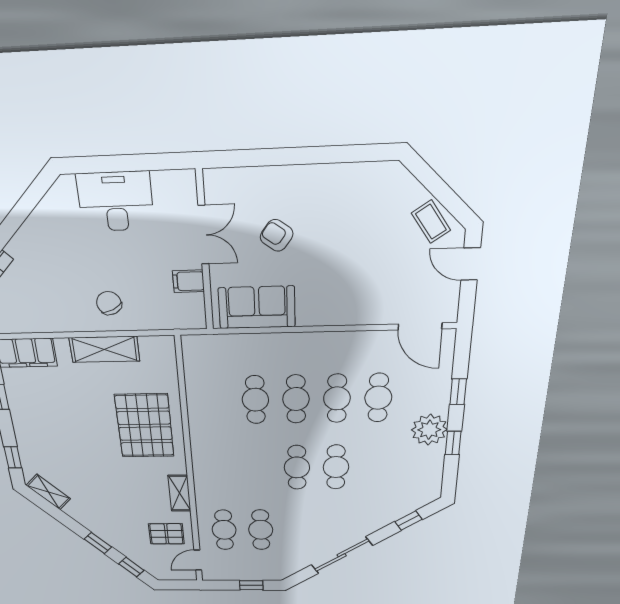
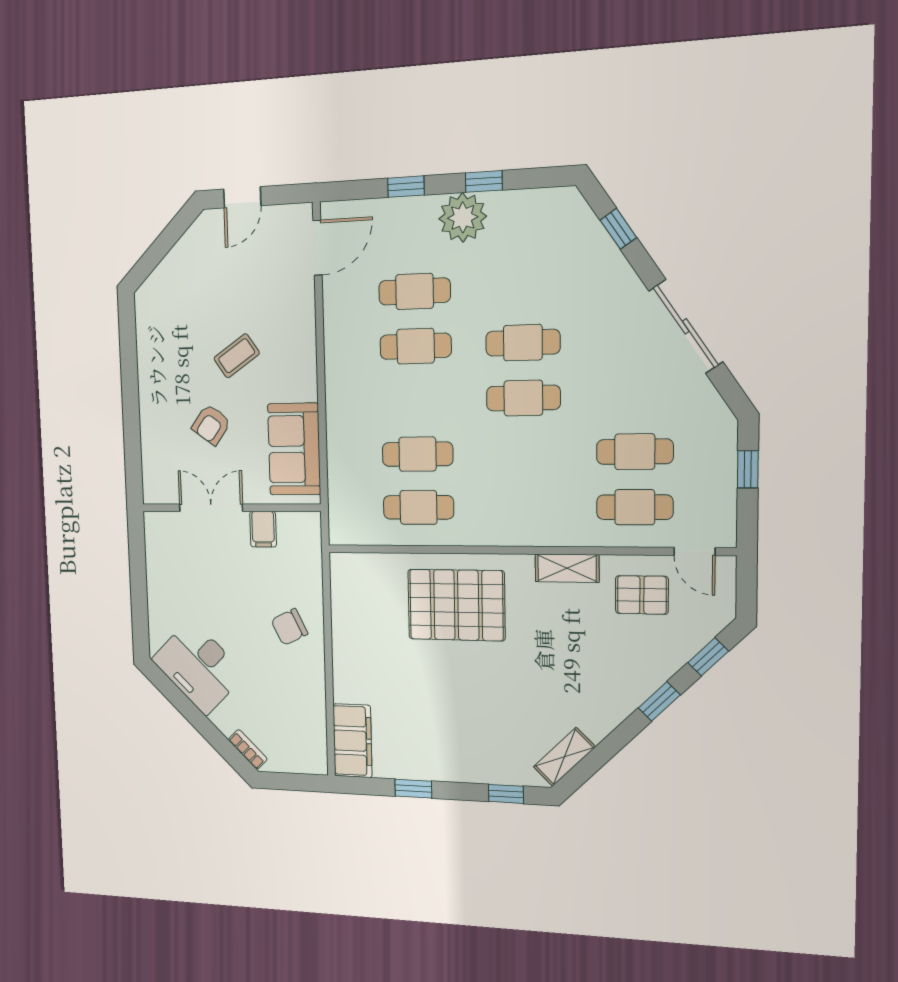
desk: (116, 202) -> (198, 667), moved, turned -45
coffee table: (431, 222) -> (237, 356), moved
shelving: (104, 349) -> (348, 642), removed
cafe table: (296, 399) -> (419, 507), moved
pallet: (166, 534) -> (642, 595), turned 90

